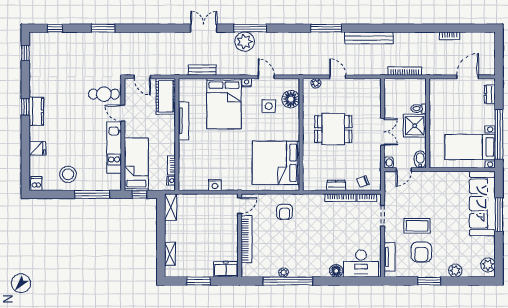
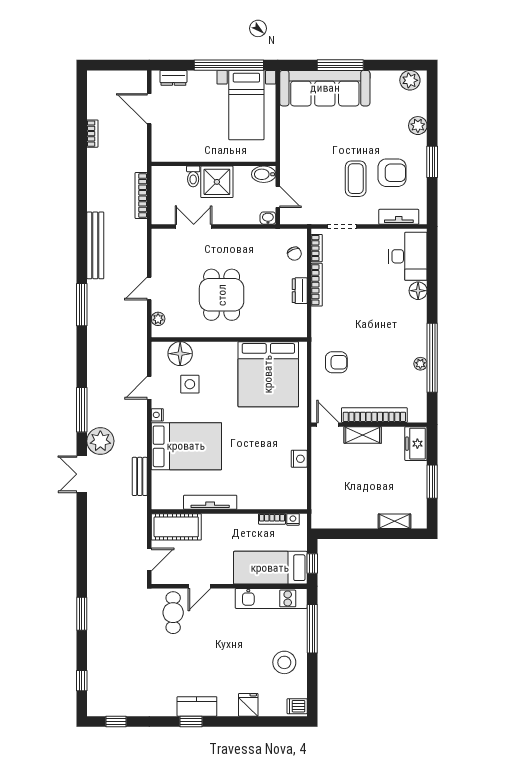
plant: (245, 42) -> (100, 441), moved
double door: (383, 132) -> (194, 226), moved
kitchen unit: (114, 148) -> (271, 598), moved
shelving: (171, 207) -> (363, 435), moved

